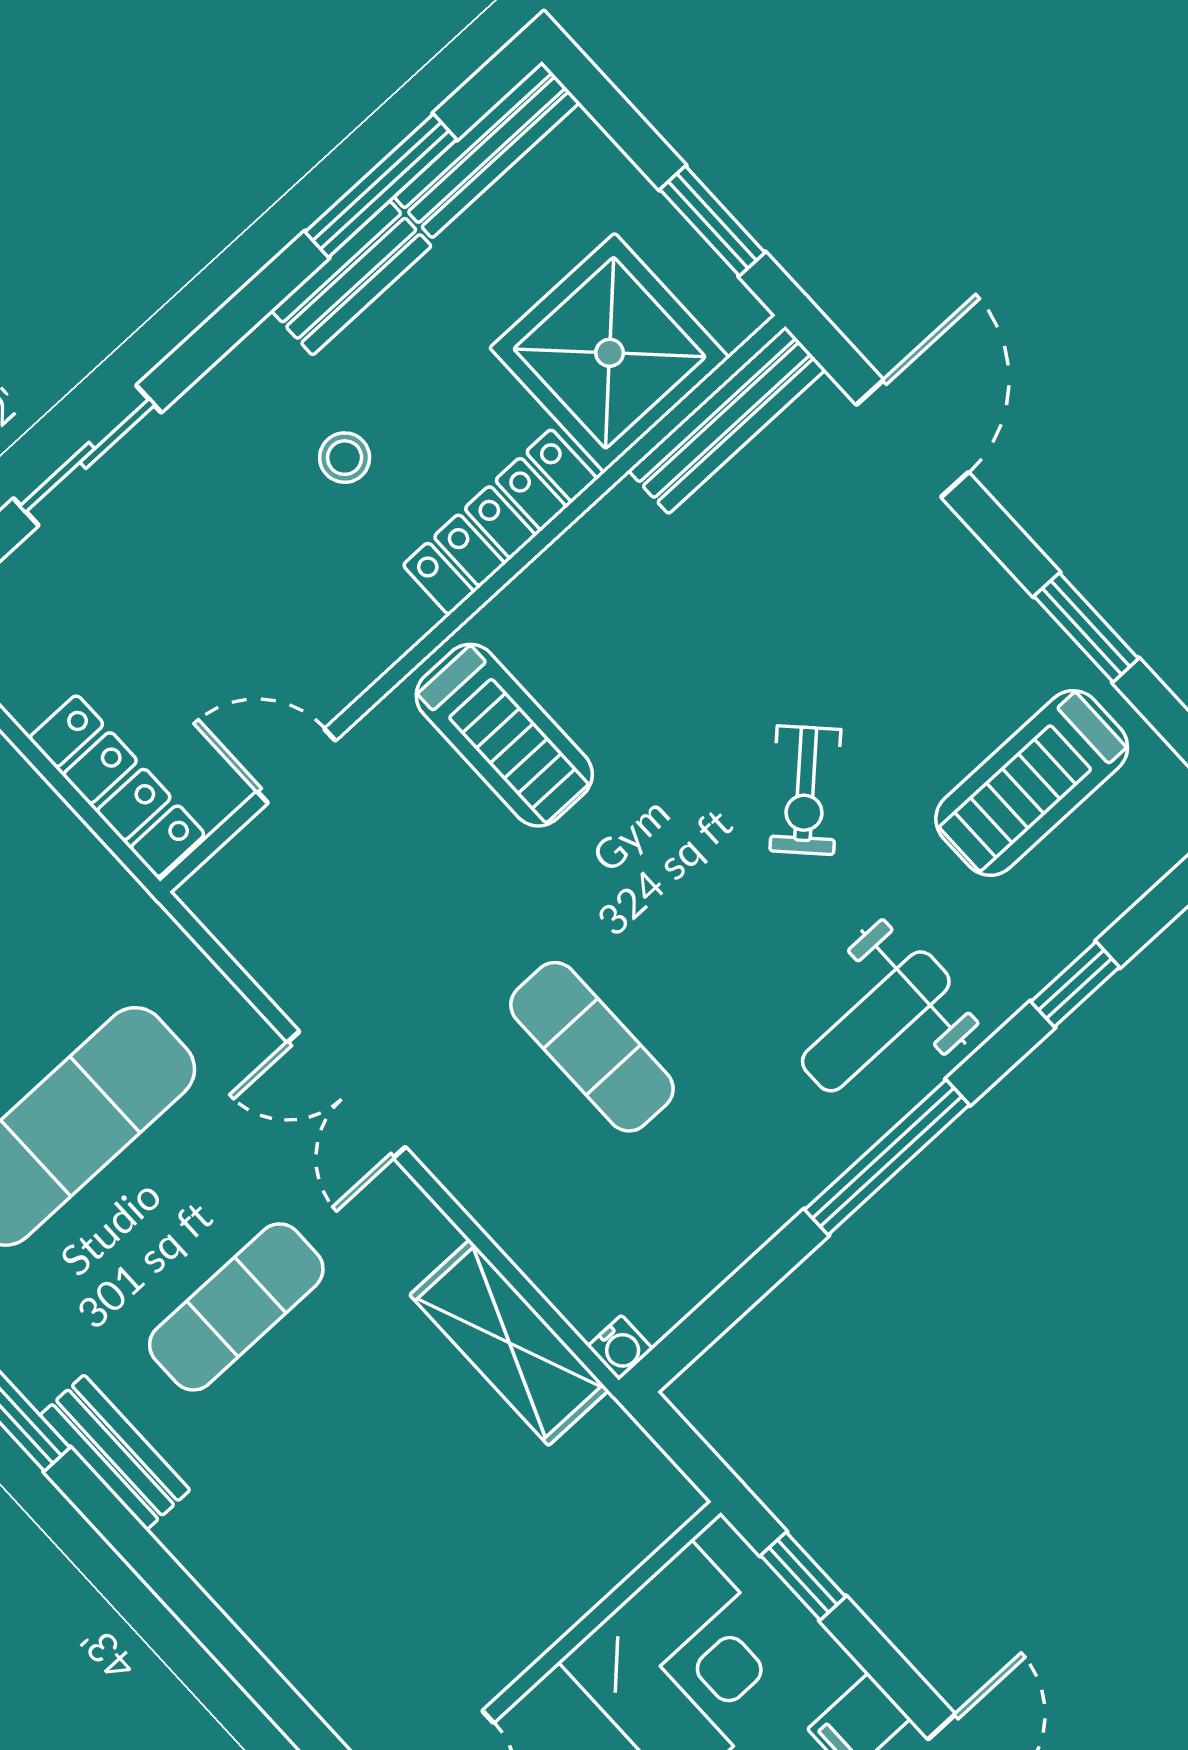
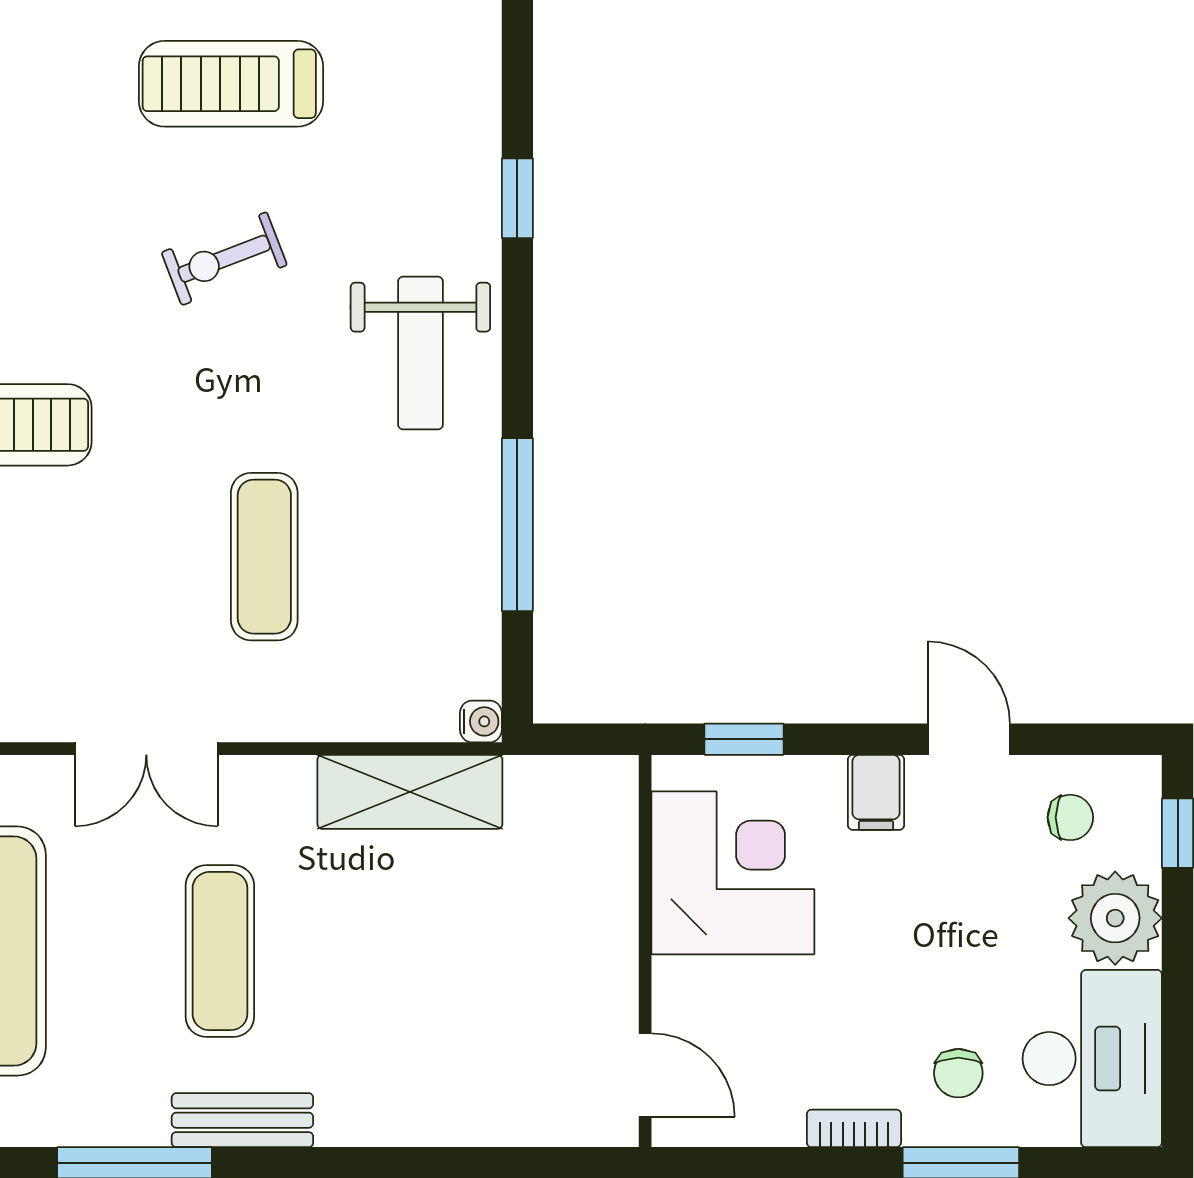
treadmill: (1032, 783) -> (231, 84), moved, turned 90
exercise bike: (805, 790) -> (224, 259), turned 113
exercise mat: (592, 1047) -> (264, 557), turned 90
window: (887, 1157) -> (517, 525), moved

